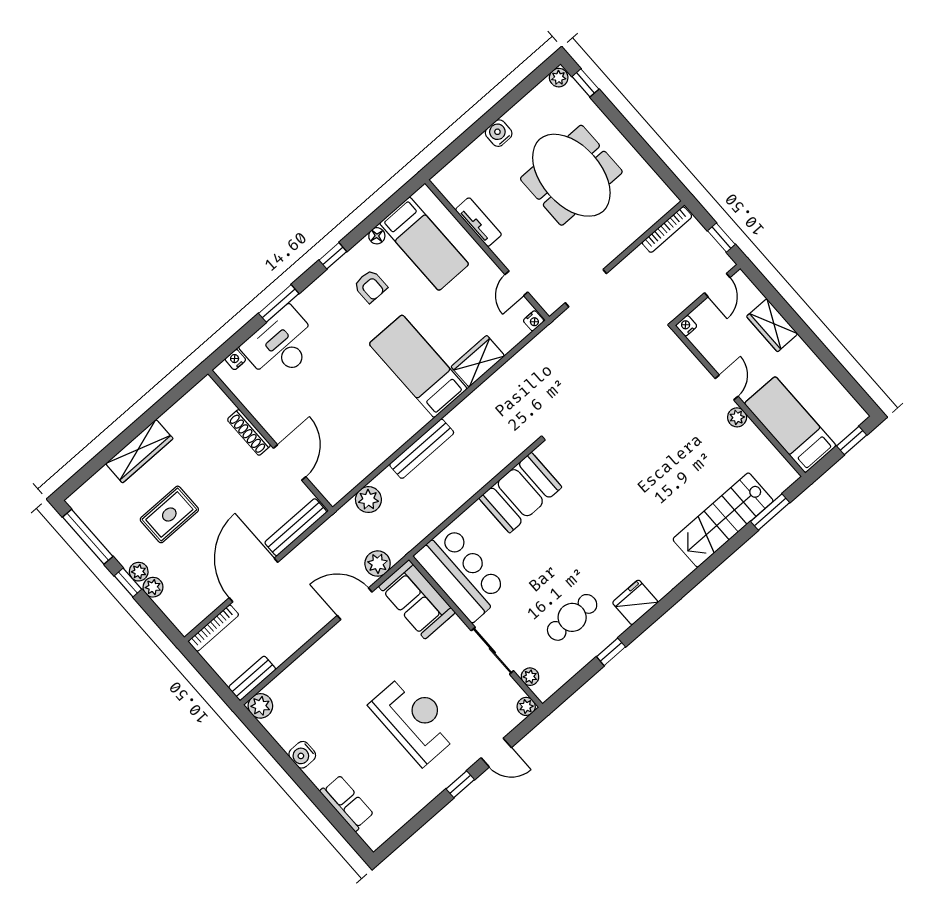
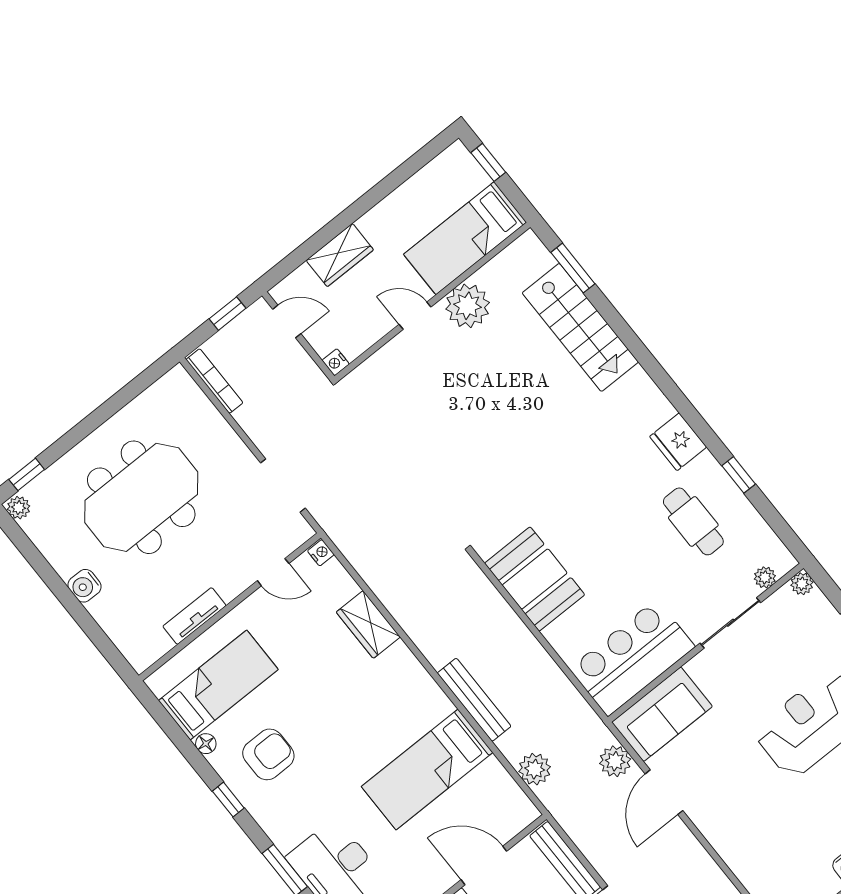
armchair: (370, 286) -> (268, 754), width x1.38, depth x1.38
bed: (418, 366) -> (427, 769), moved
plant: (737, 417) -> (468, 306), width x1.88, depth x1.88

